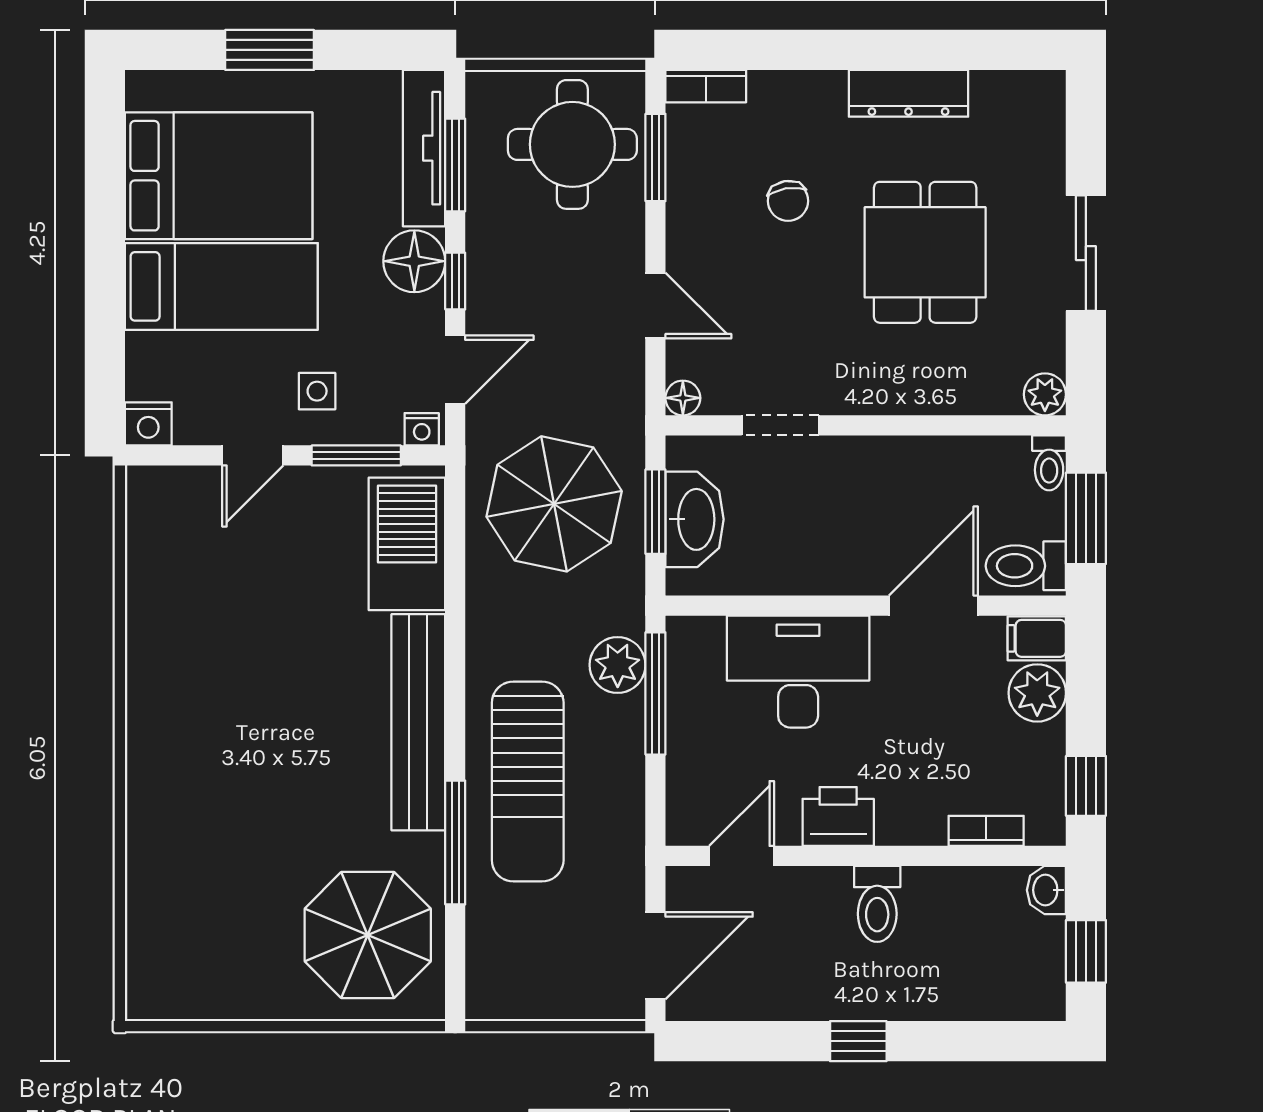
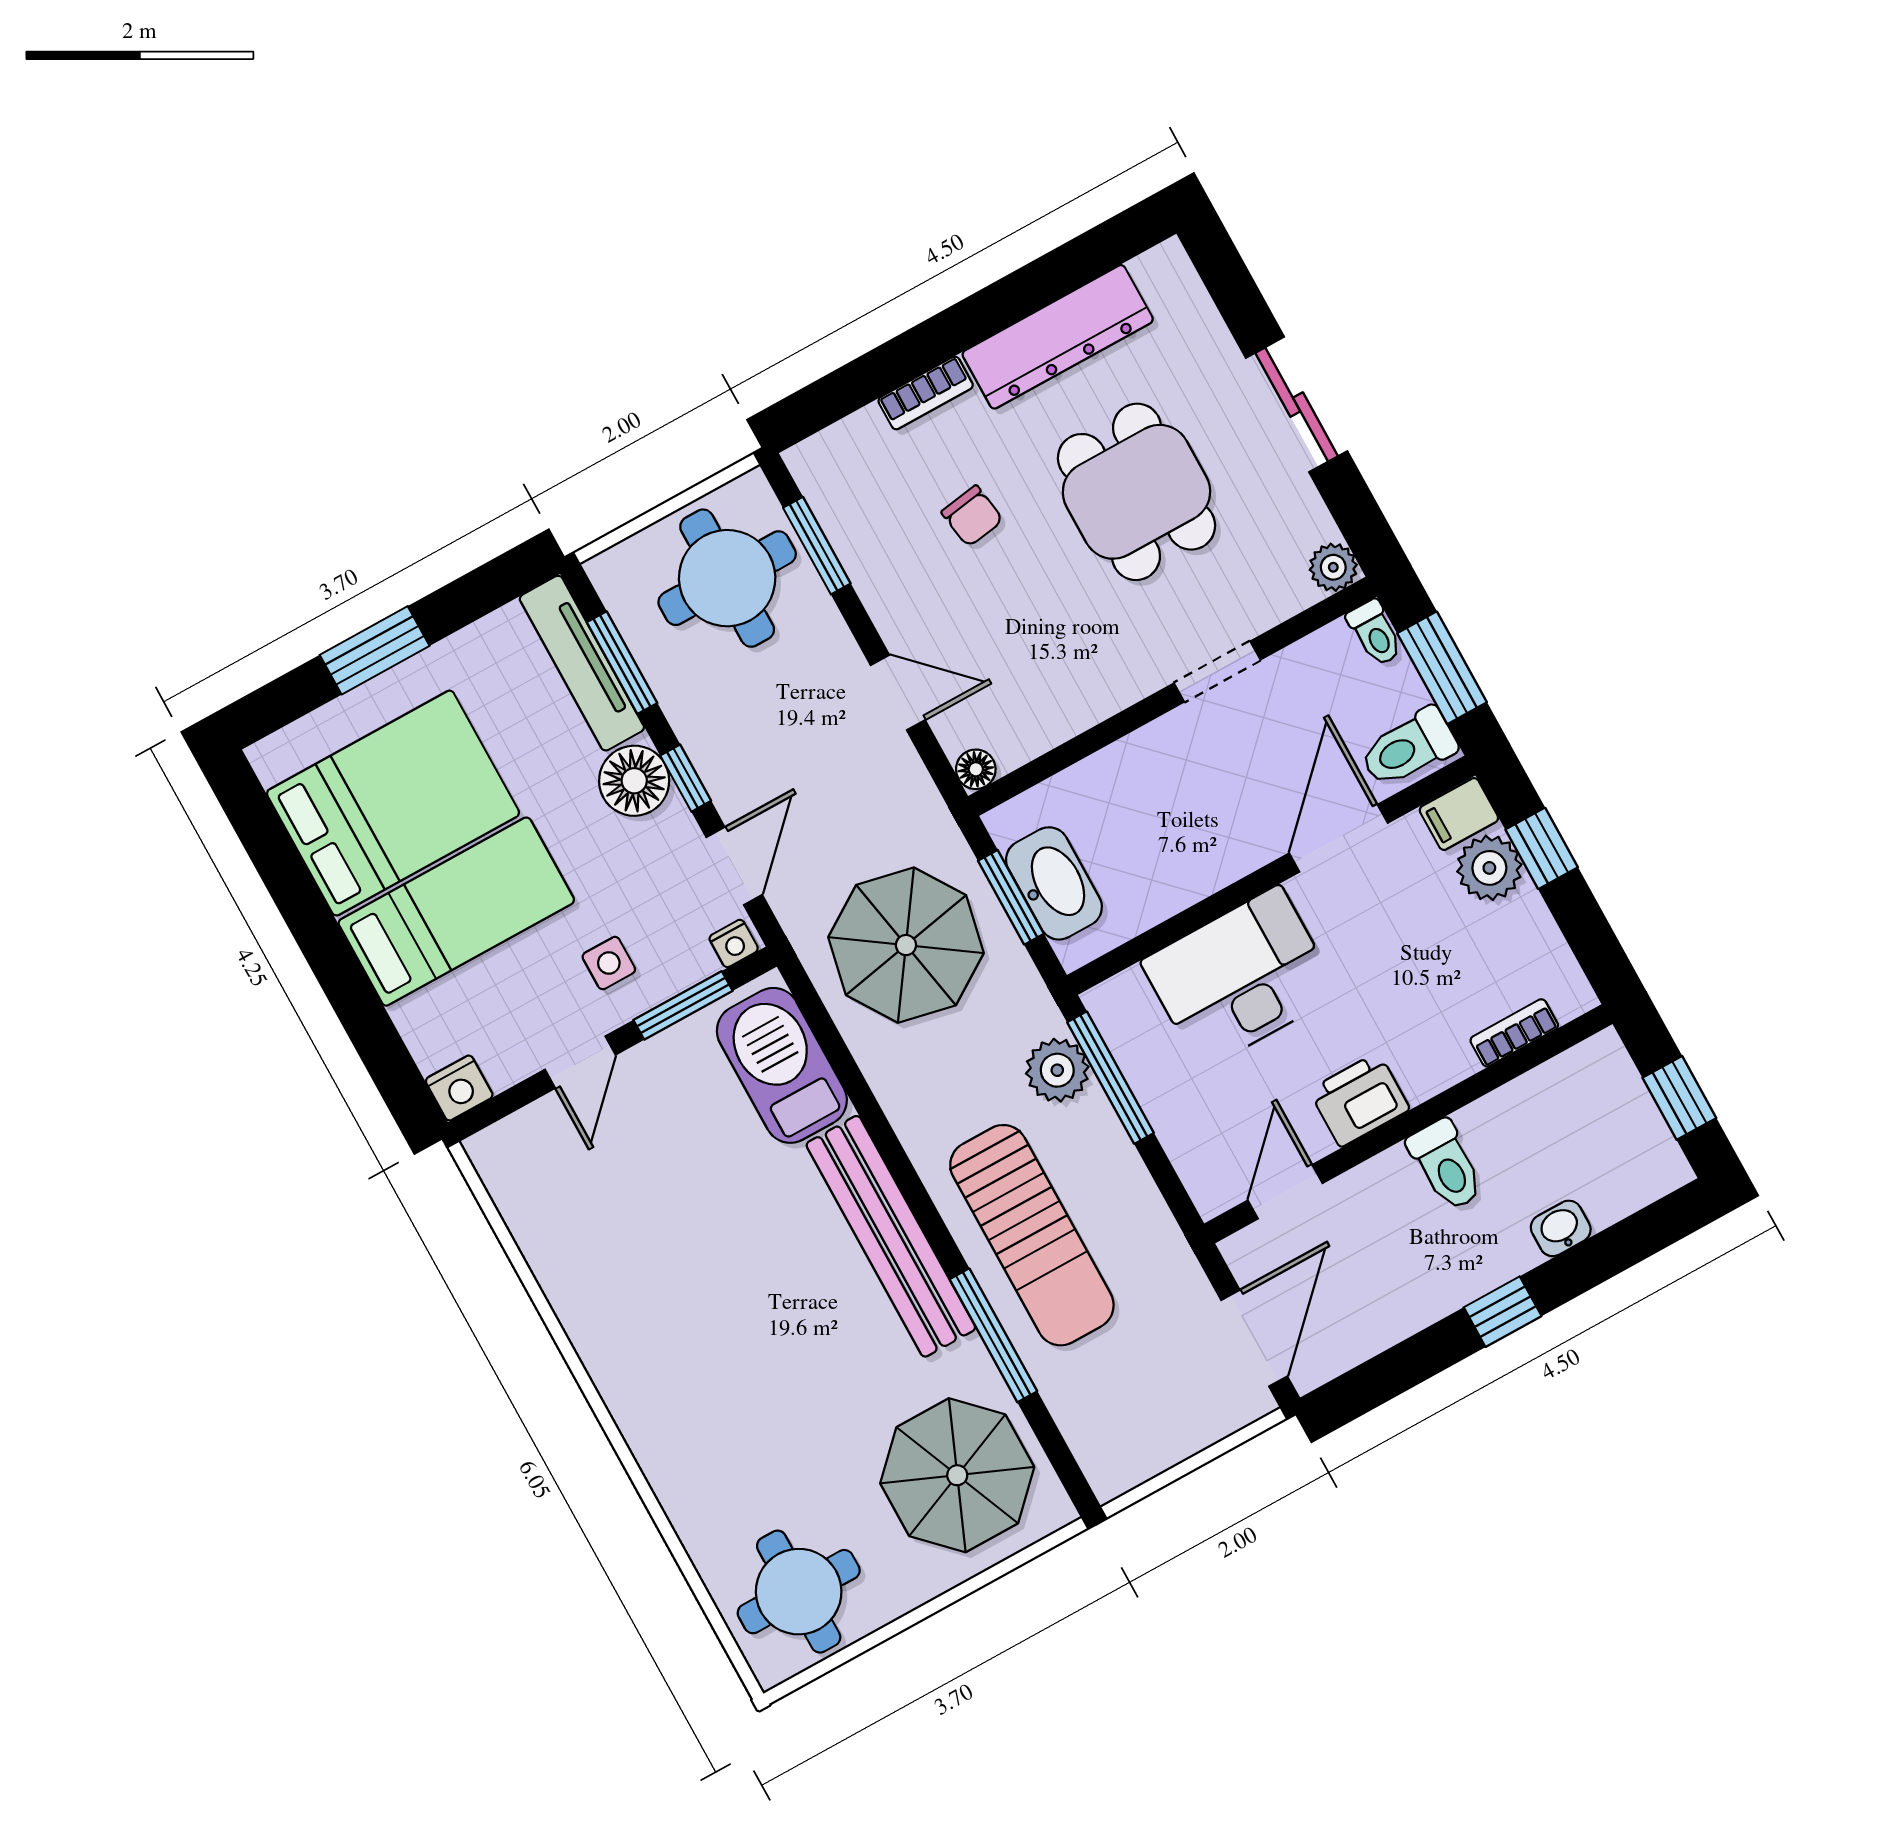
bookcase: (706, 86) -> (926, 393), moved
dresser: (908, 93) -> (1058, 337), width x1.37, depth x1.24
doorway: (780, 425) -> (1217, 672), moved
window: (1086, 786) -> (1542, 848), moved
washbasin: (1046, 890) -> (1561, 1228), moved, turned 90
round table: (196, 957) -> (799, 1592), added

